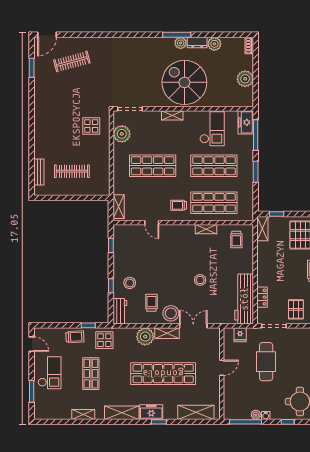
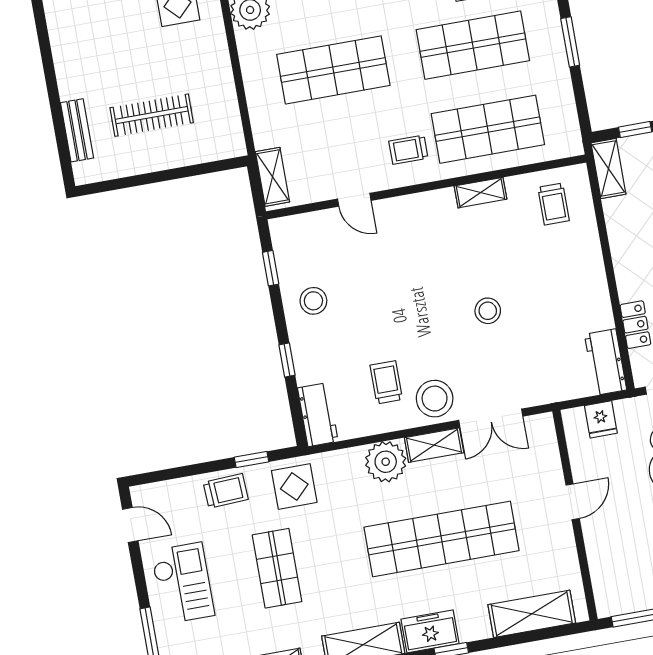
stool: (130, 283) -> (313, 301), moved
workbench: (244, 299) -> (606, 362), width x0.53, depth x0.76
double door: (193, 326) -> (491, 418), swing flipped

